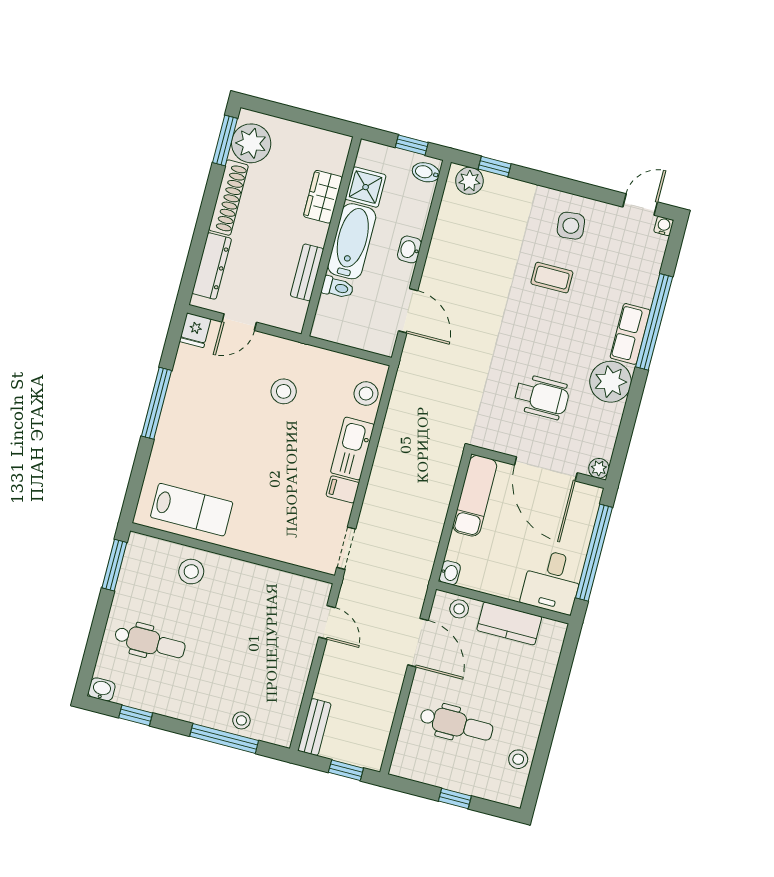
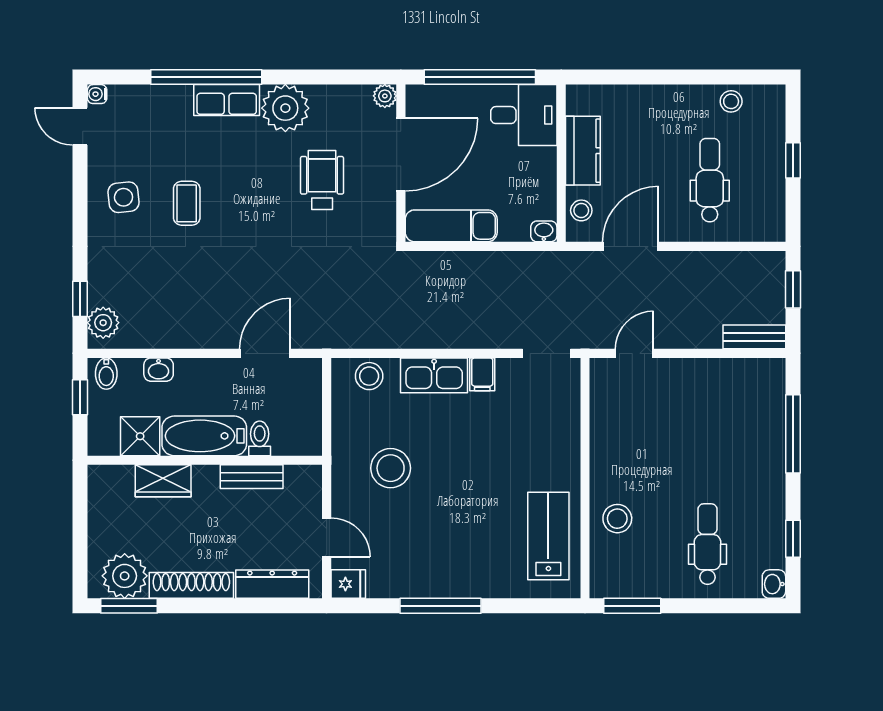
washbasin: (409, 249) -> (159, 370), moved
stool: (284, 391) -> (391, 468), width x1.38, depth x1.38
stool: (241, 720) -> (768, 420), removed

